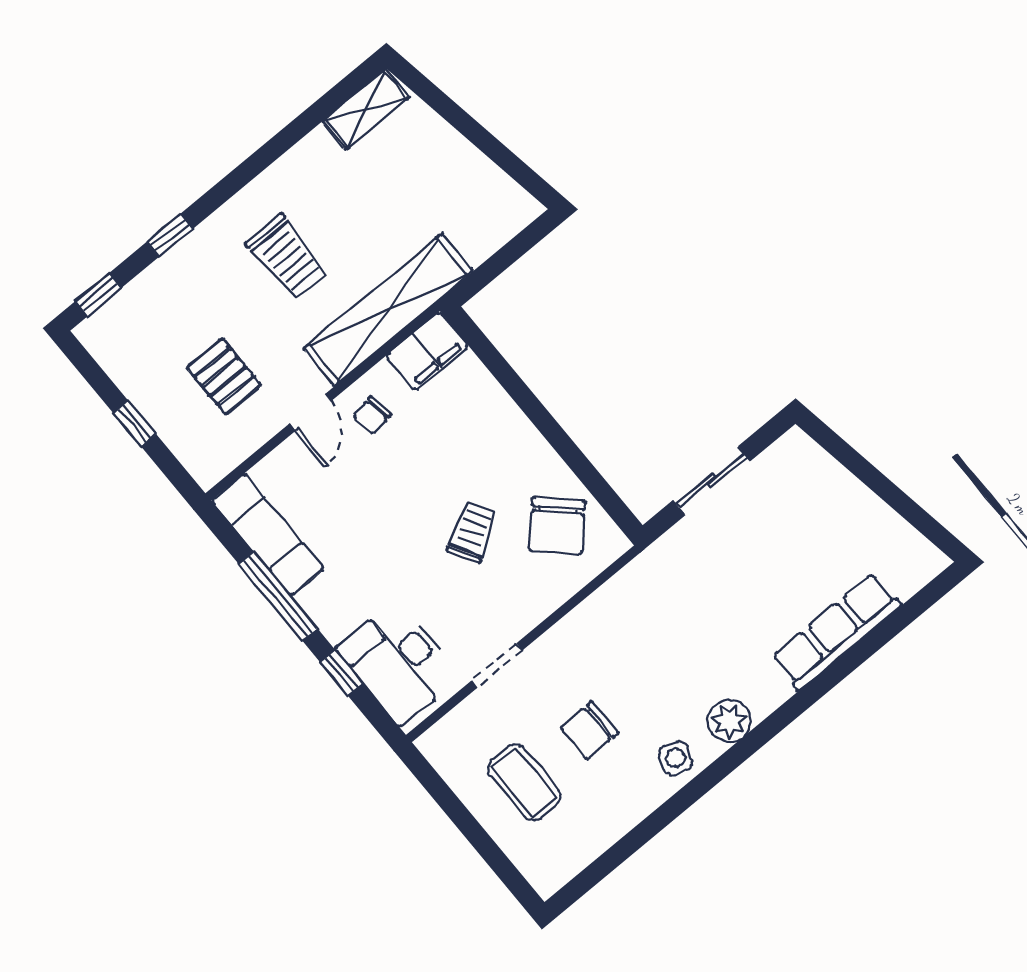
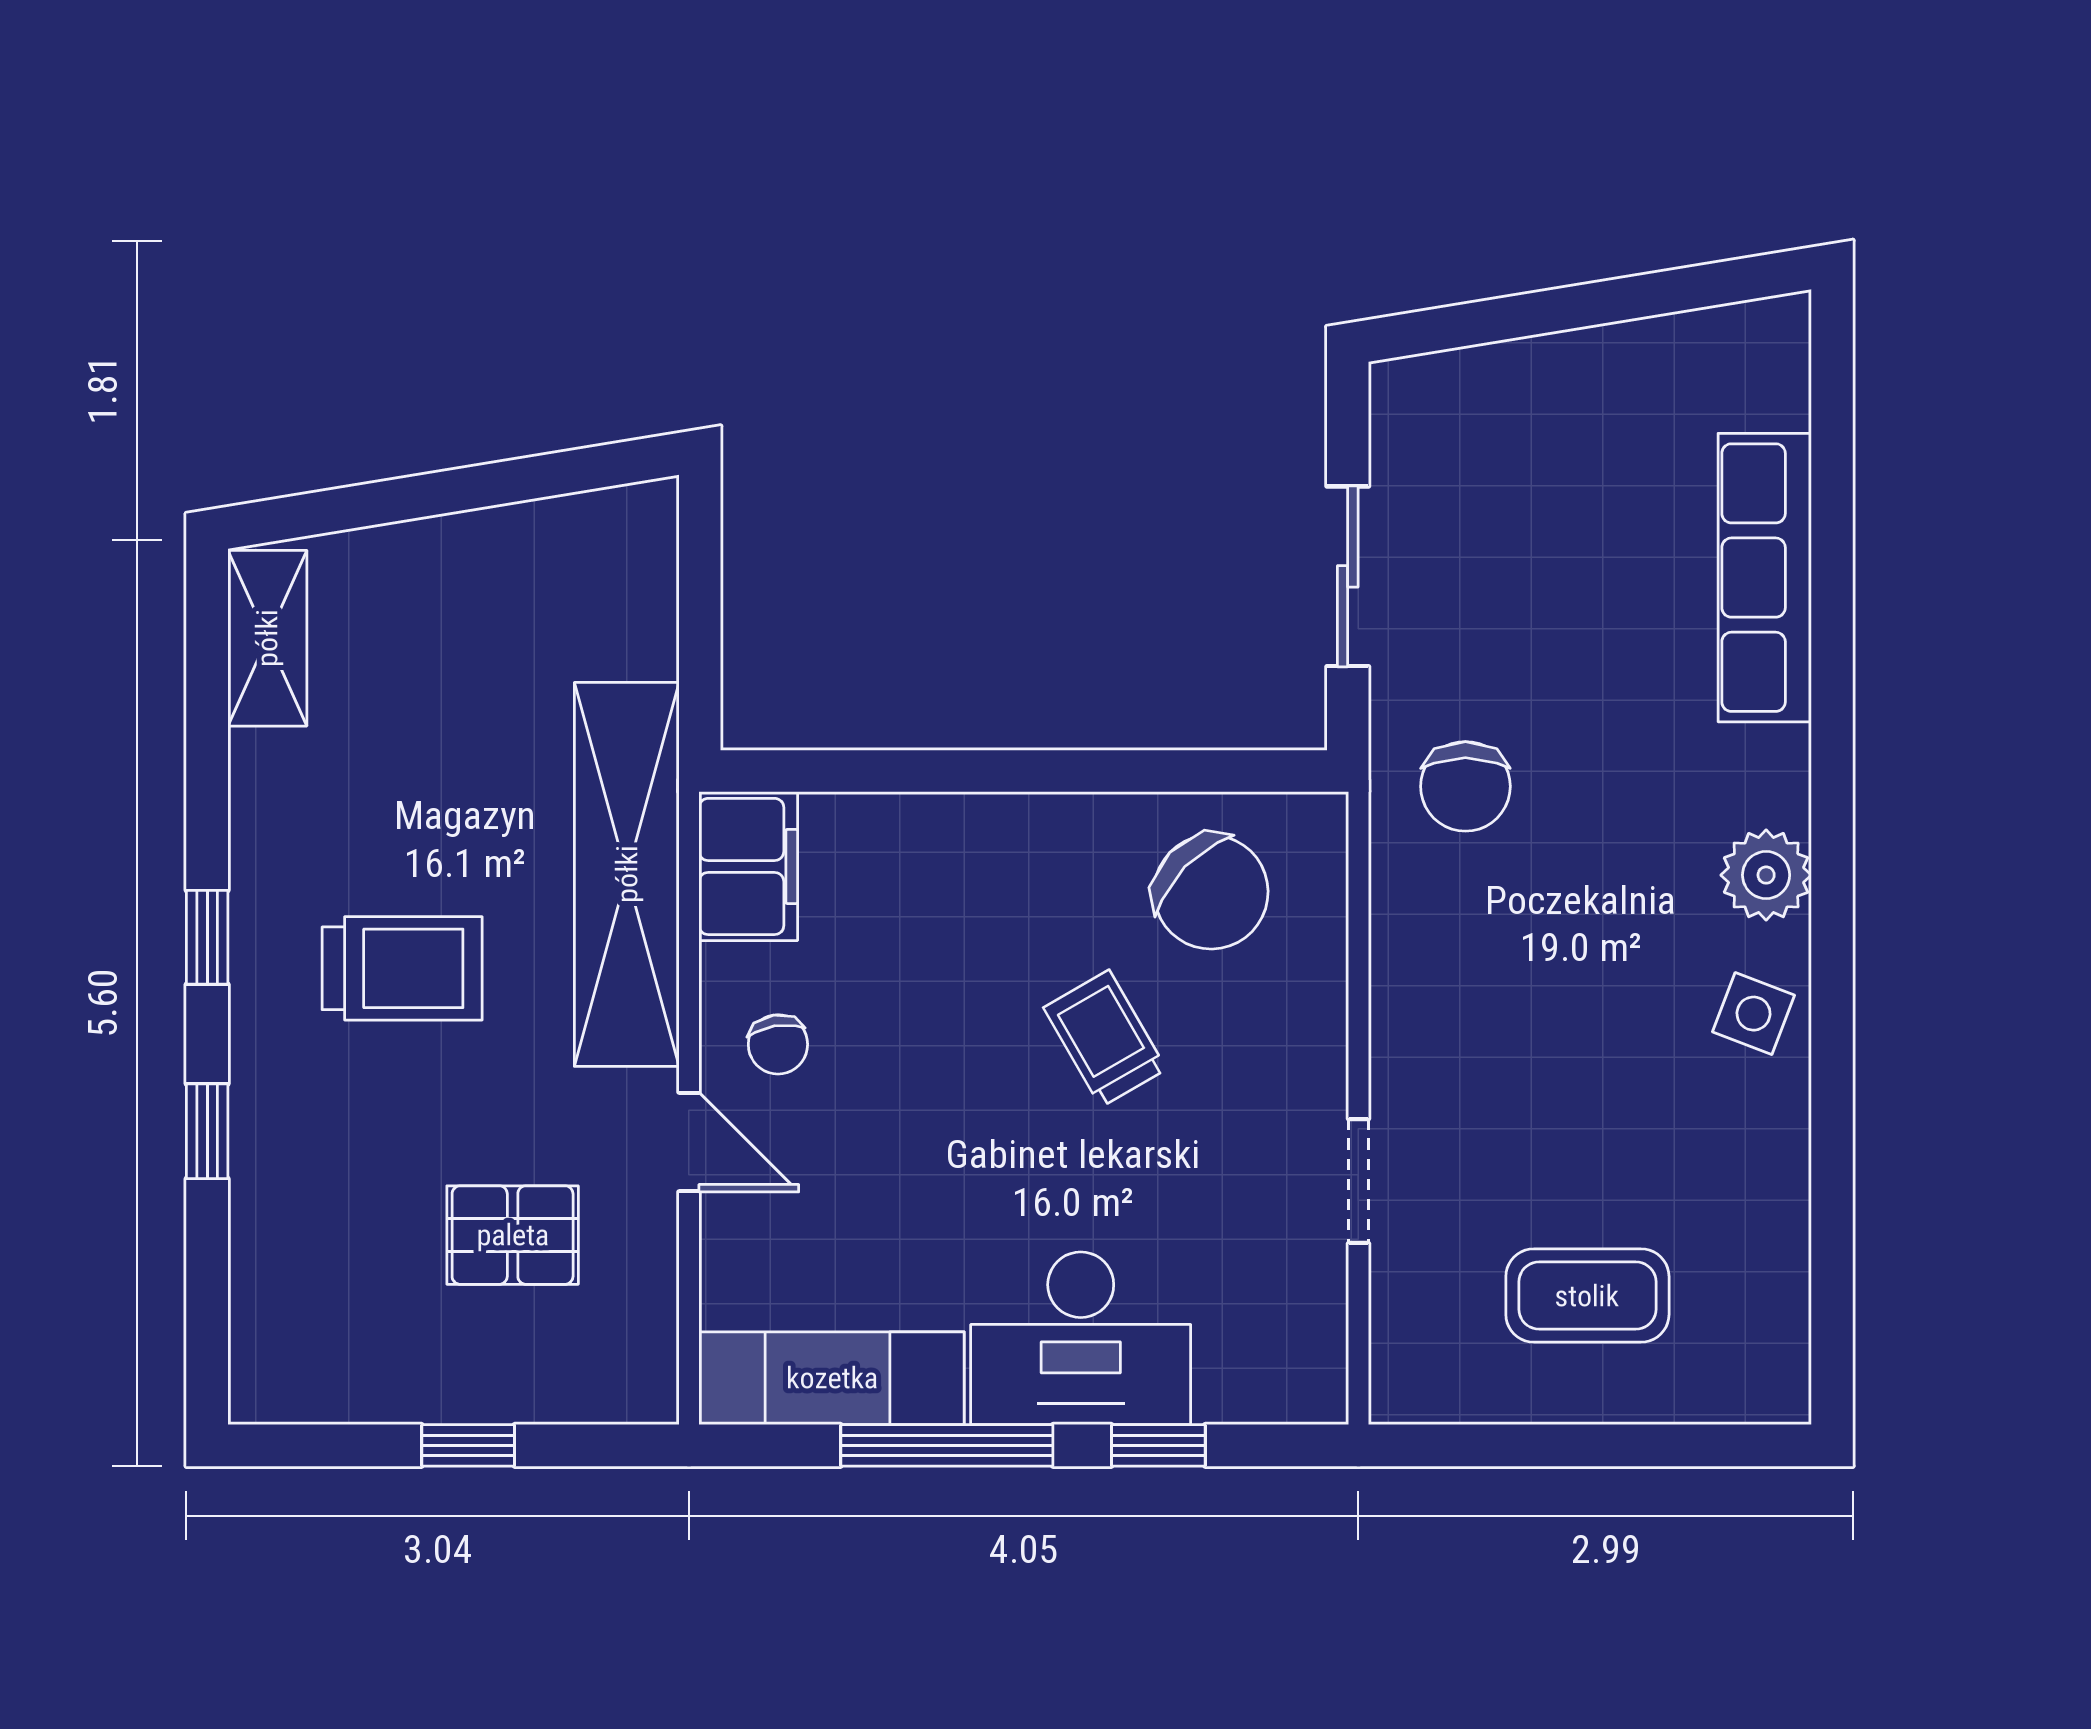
window: (98, 295) -> (207, 937), moved
desk: (398, 663) -> (1081, 1338), moved
chair: (589, 730) -> (1465, 786), moved

